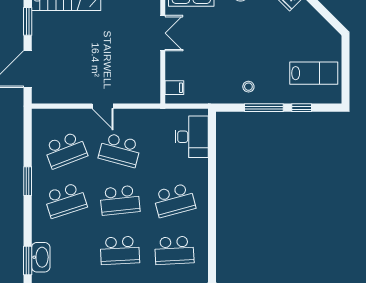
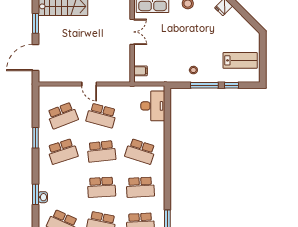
school desk: (174, 200) -> (140, 151), turned 33
washbasin: (41, 257) -> (43, 197), width x0.52, depth x0.69

